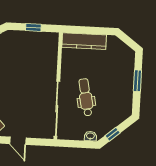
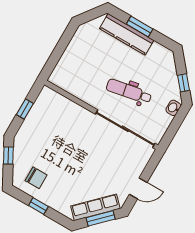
kitchen counter: (84, 41) -> (127, 34), moved, turned 90

